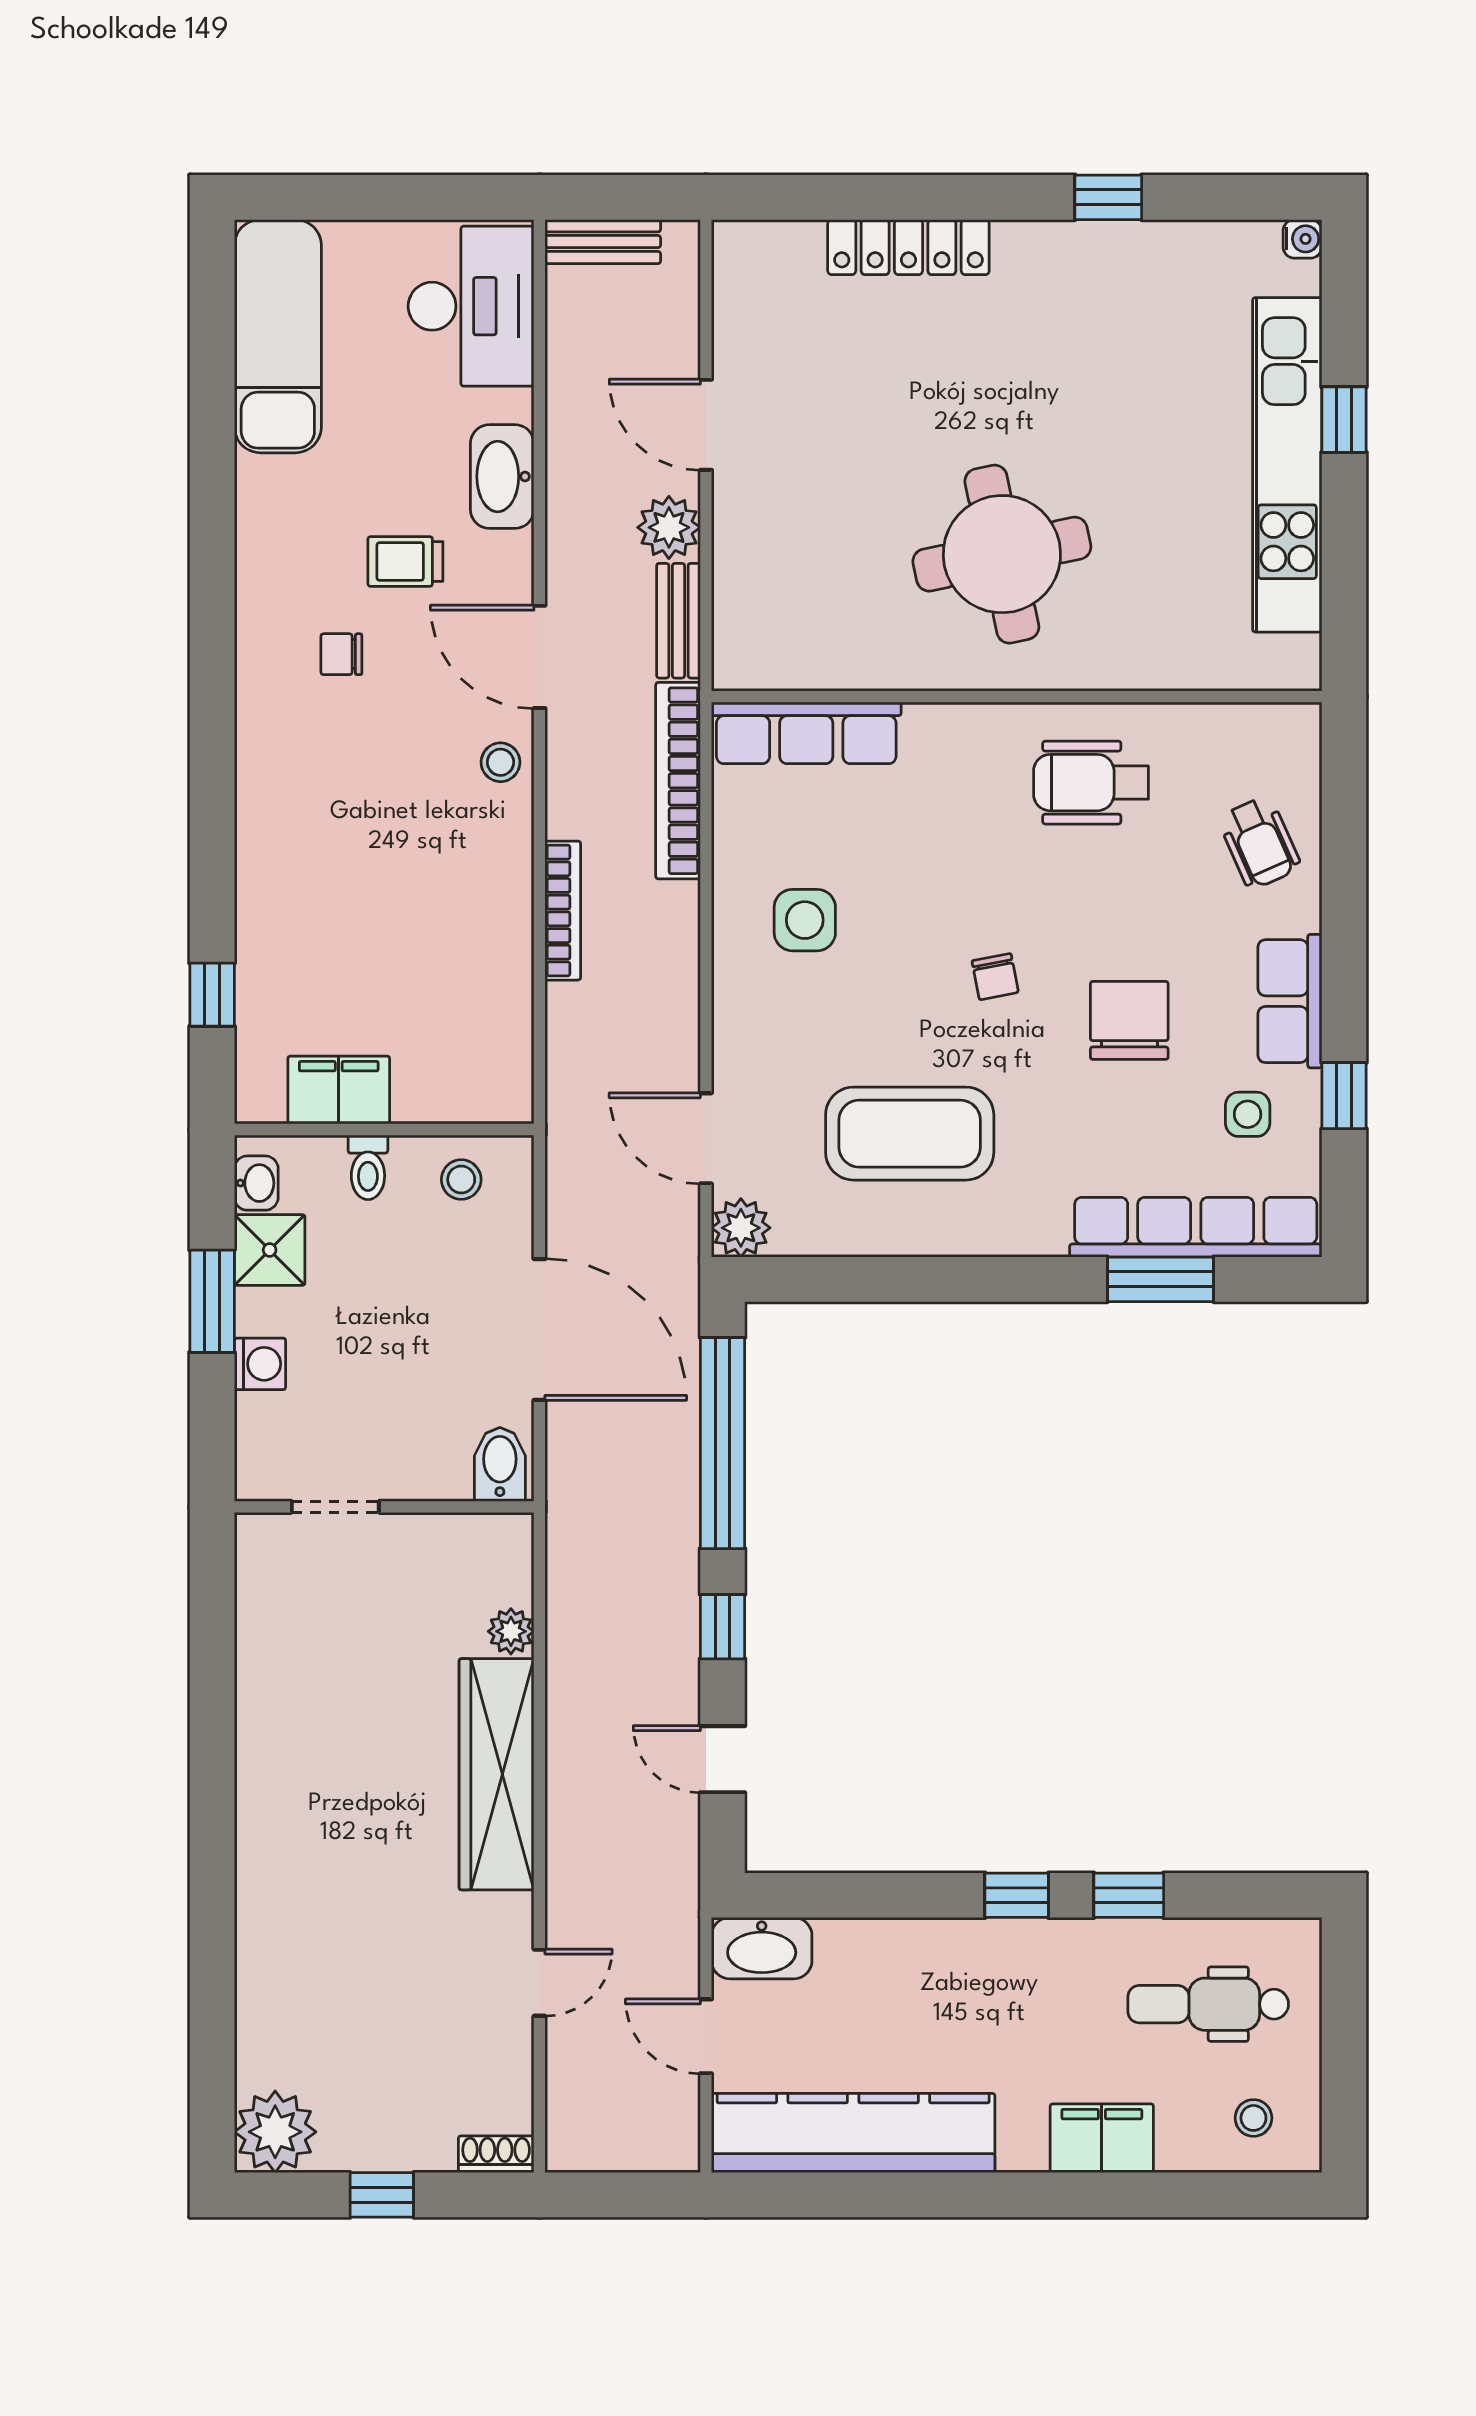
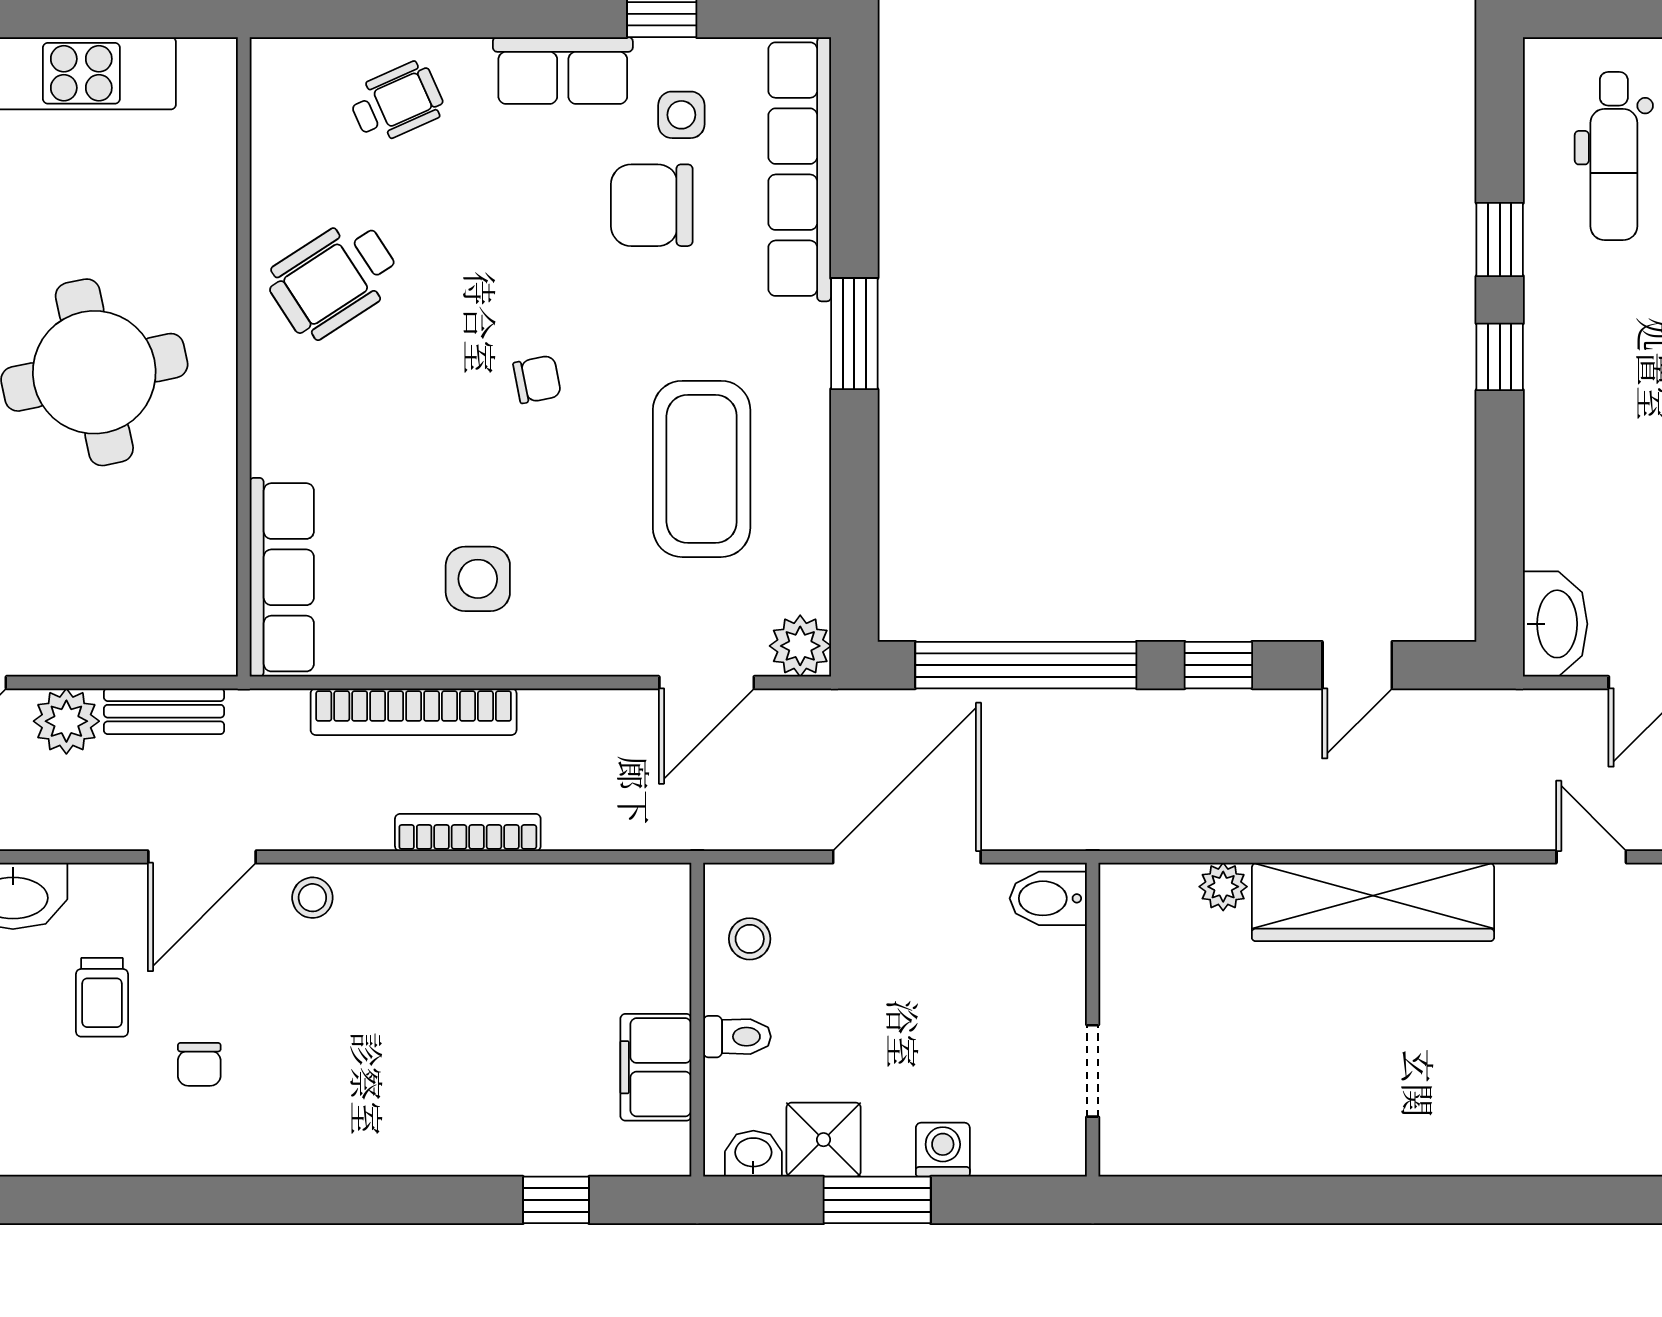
bookcase: (678, 781) -> (414, 712), moved
wheelchair: (1091, 783) -> (334, 279), turned 57
chair: (1129, 1020) -> (652, 205), moved
window: (1160, 1279) -> (854, 334), moved

